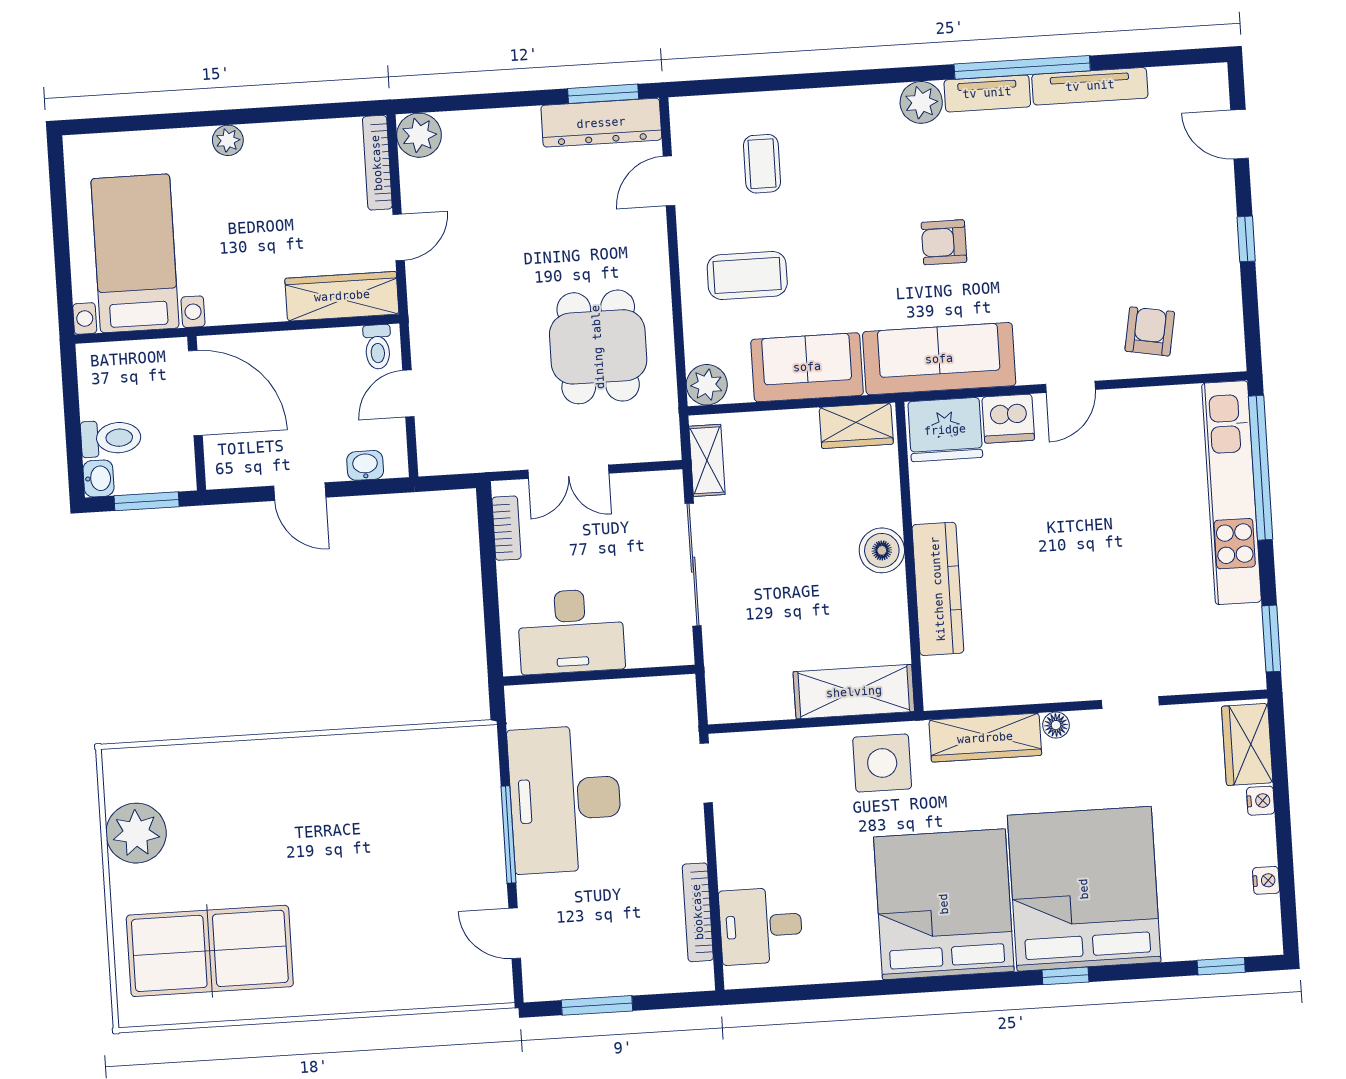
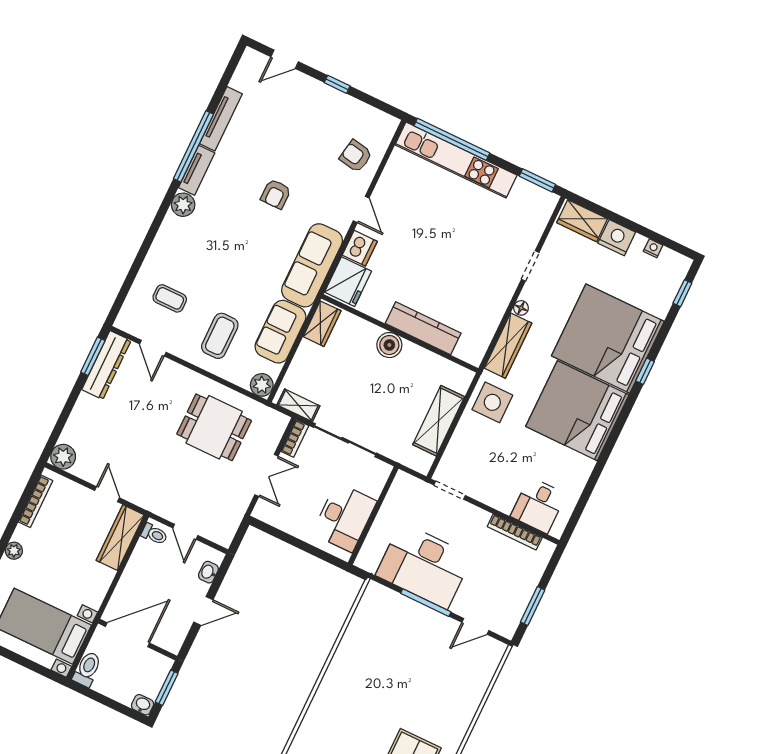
bookcase: (377, 163) -> (36, 501), moved, turned -90
armchair: (944, 242) -> (276, 194), moved
toilet: (111, 438) -> (87, 669), moved
bookcase: (507, 528) -> (295, 438), moved, turned 90
shelving: (854, 692) -> (439, 421), moved
nightstand: (1261, 801) -> (617, 238), width x1.89, depth x1.79

